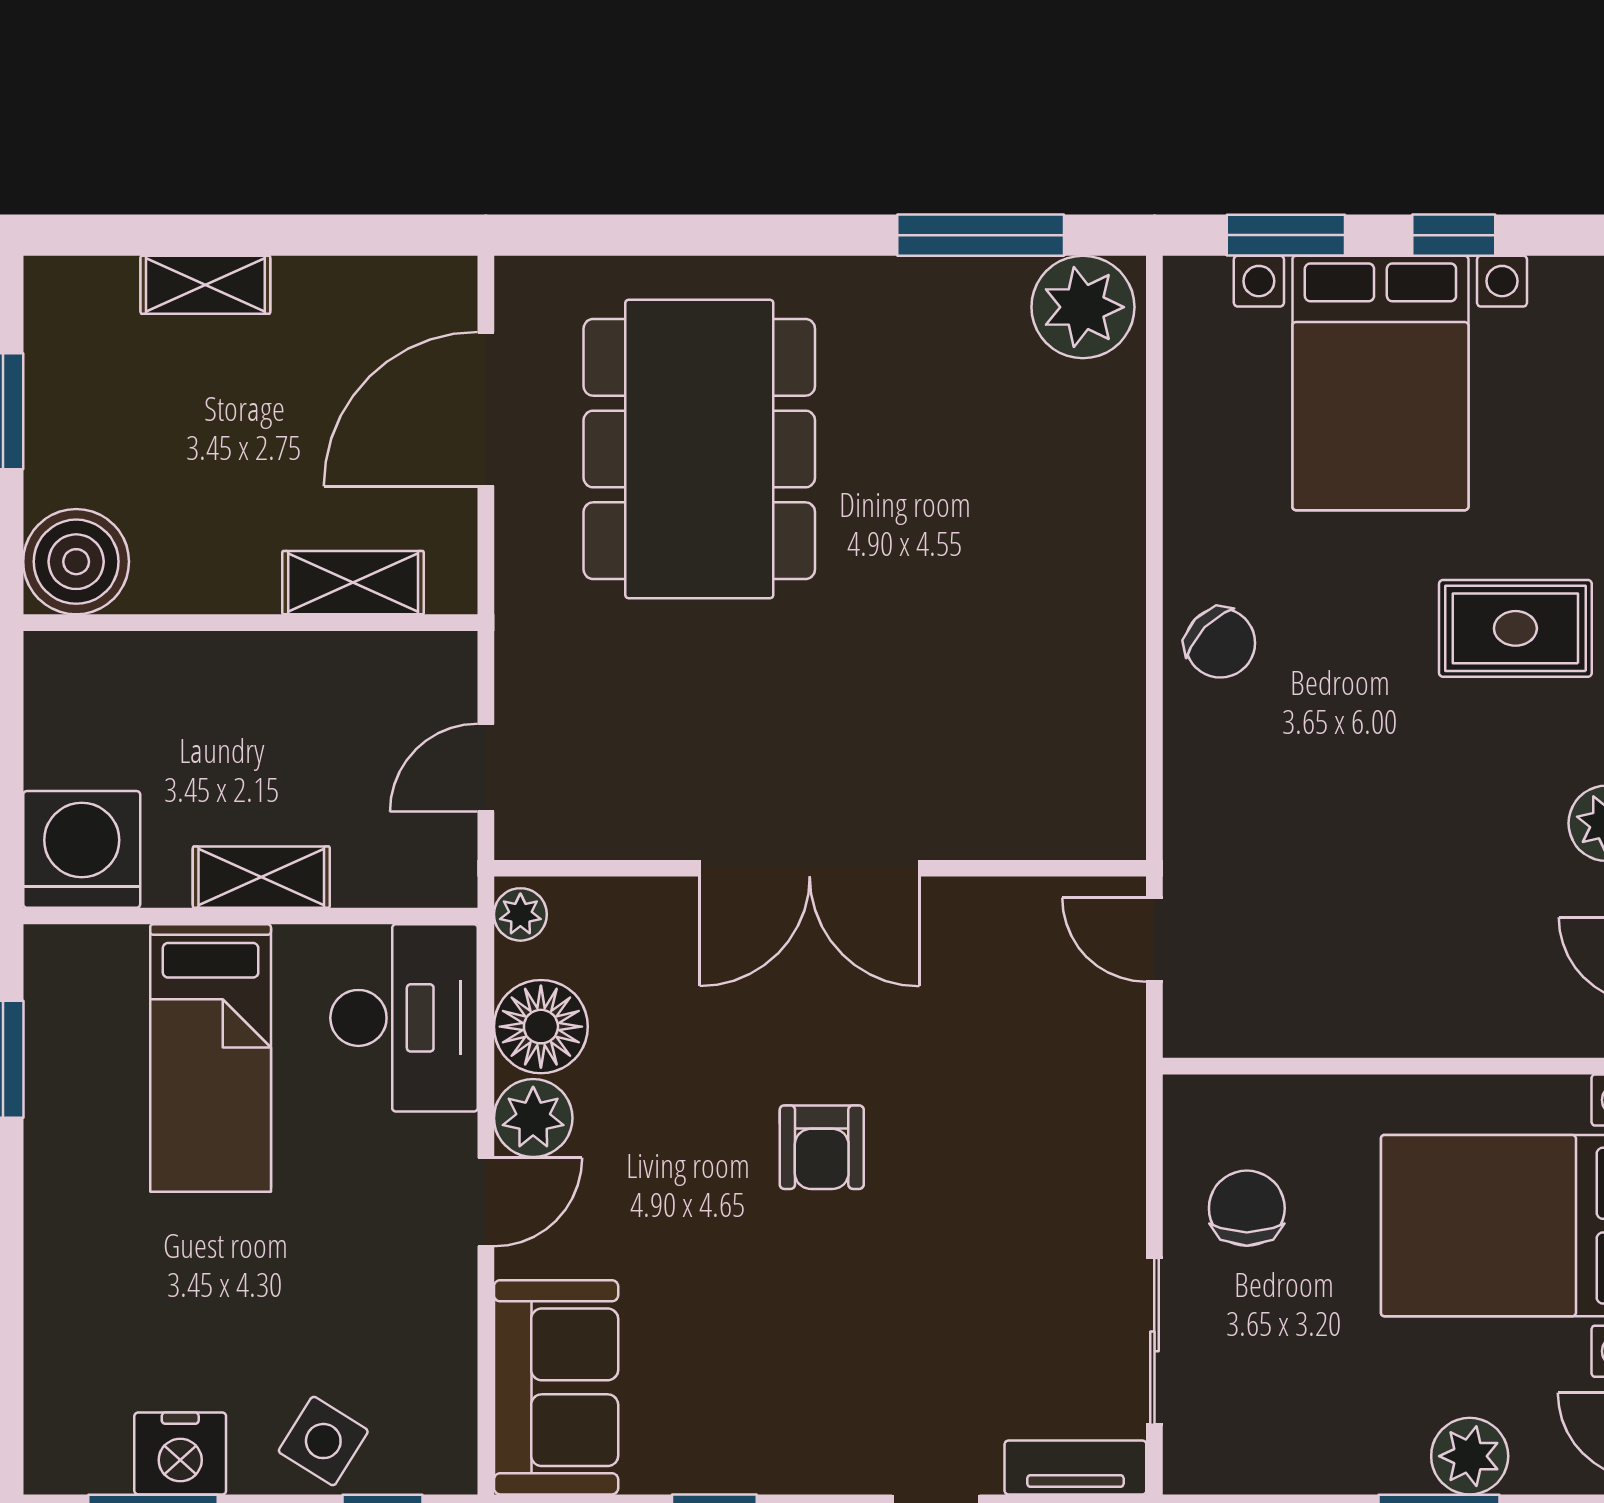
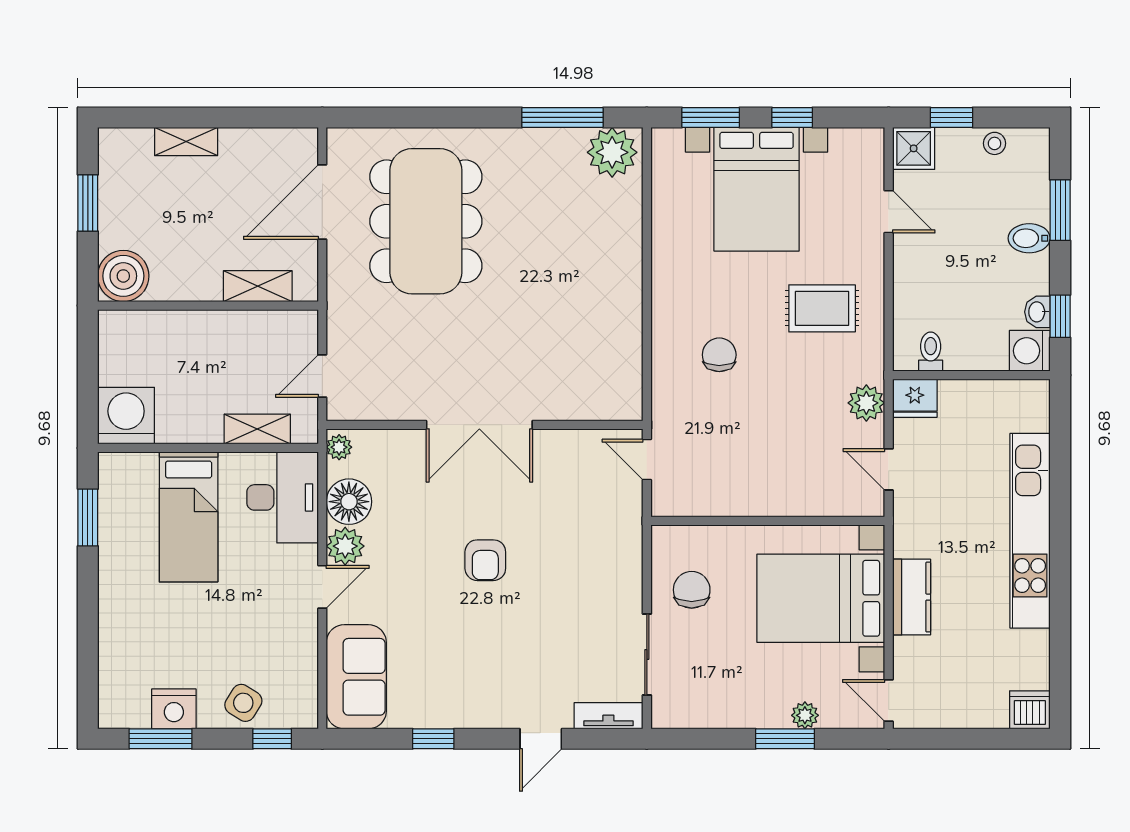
chair: (1220, 643) -> (719, 355), moved, turned -134
shelving: (261, 877) -> (257, 429), moved
plant: (1470, 1456) -> (805, 715), width x0.73, depth x0.73

